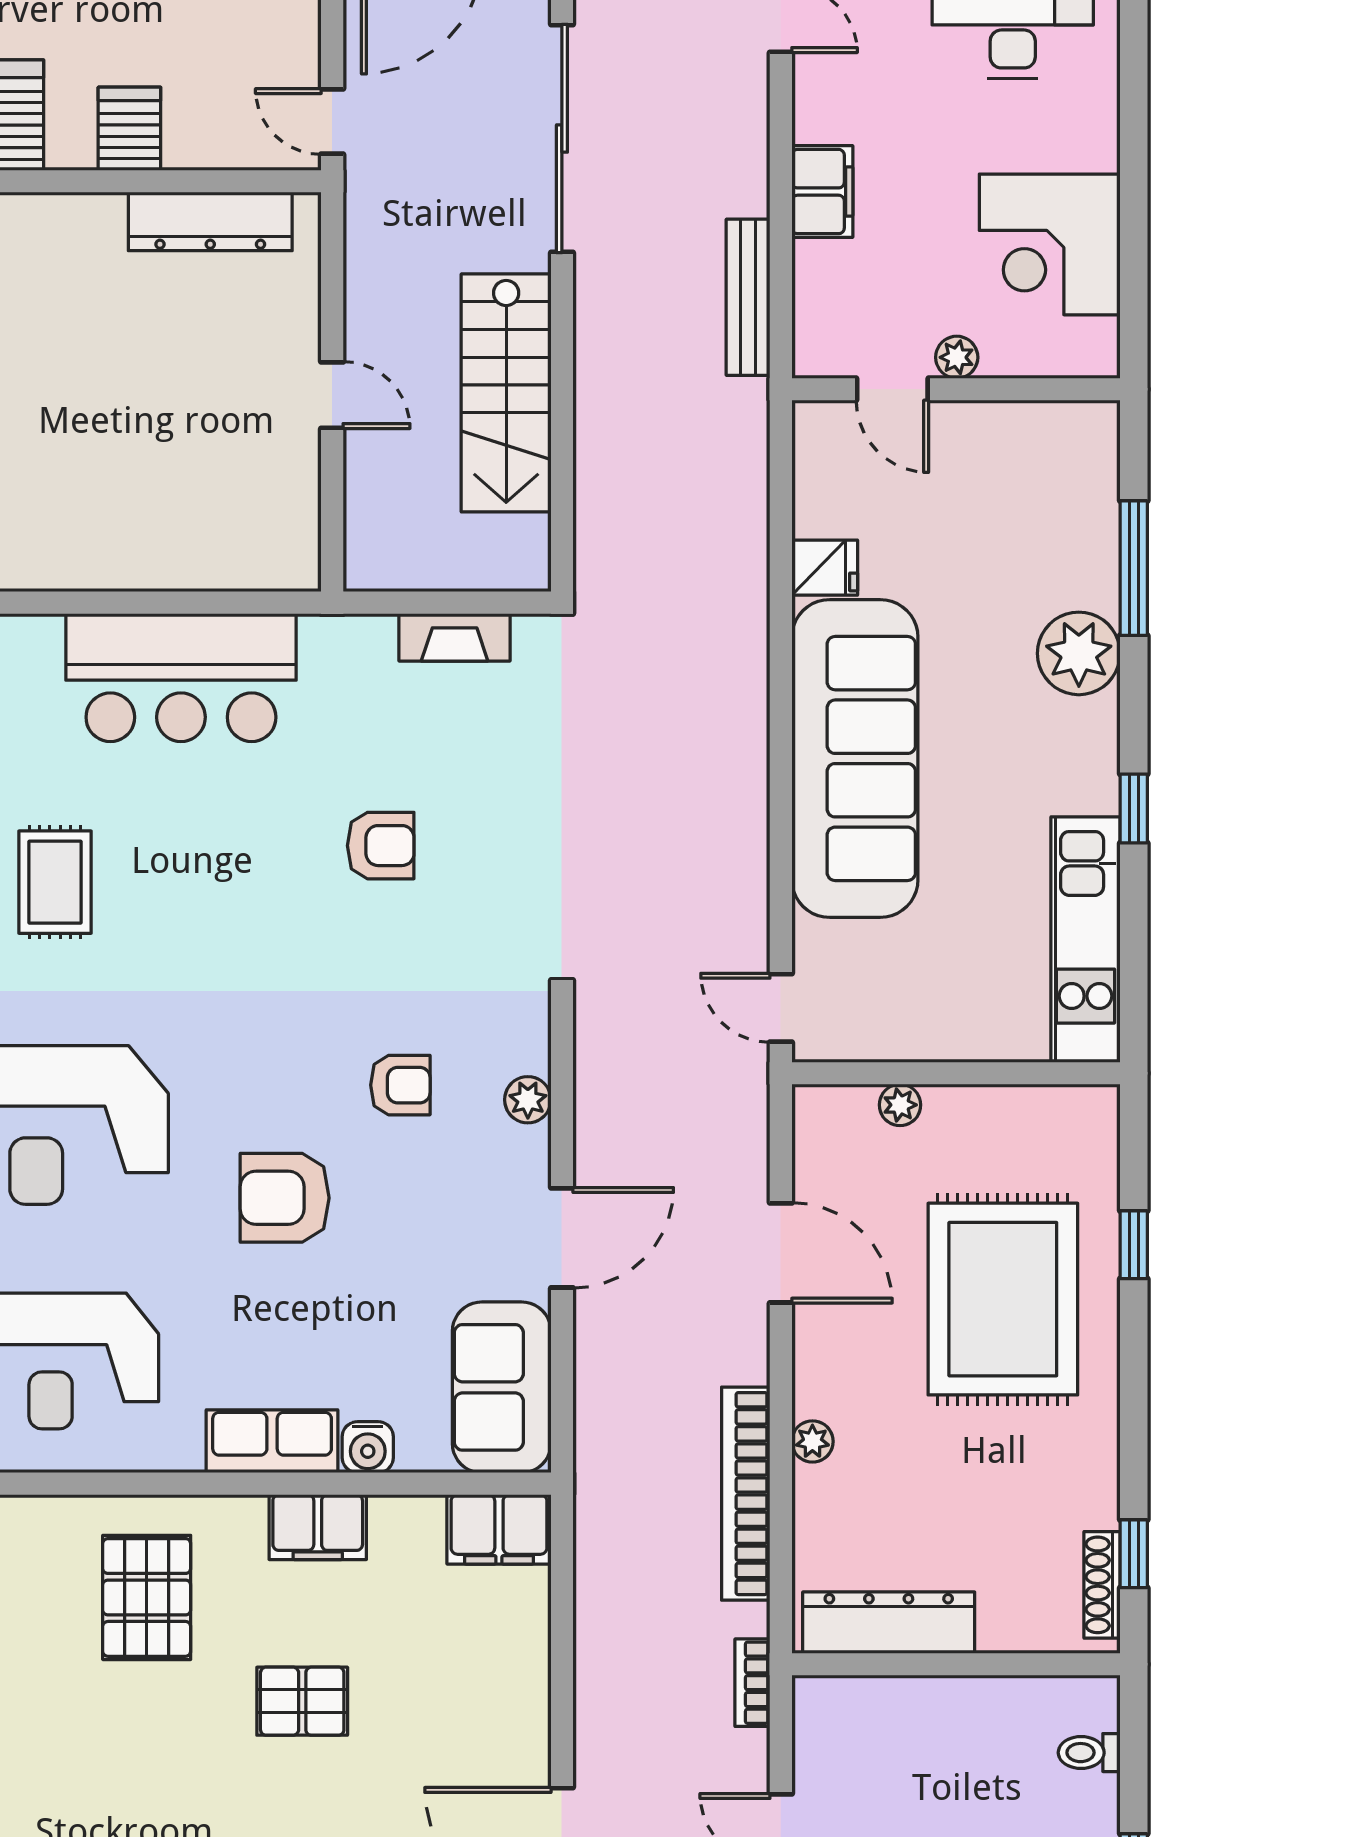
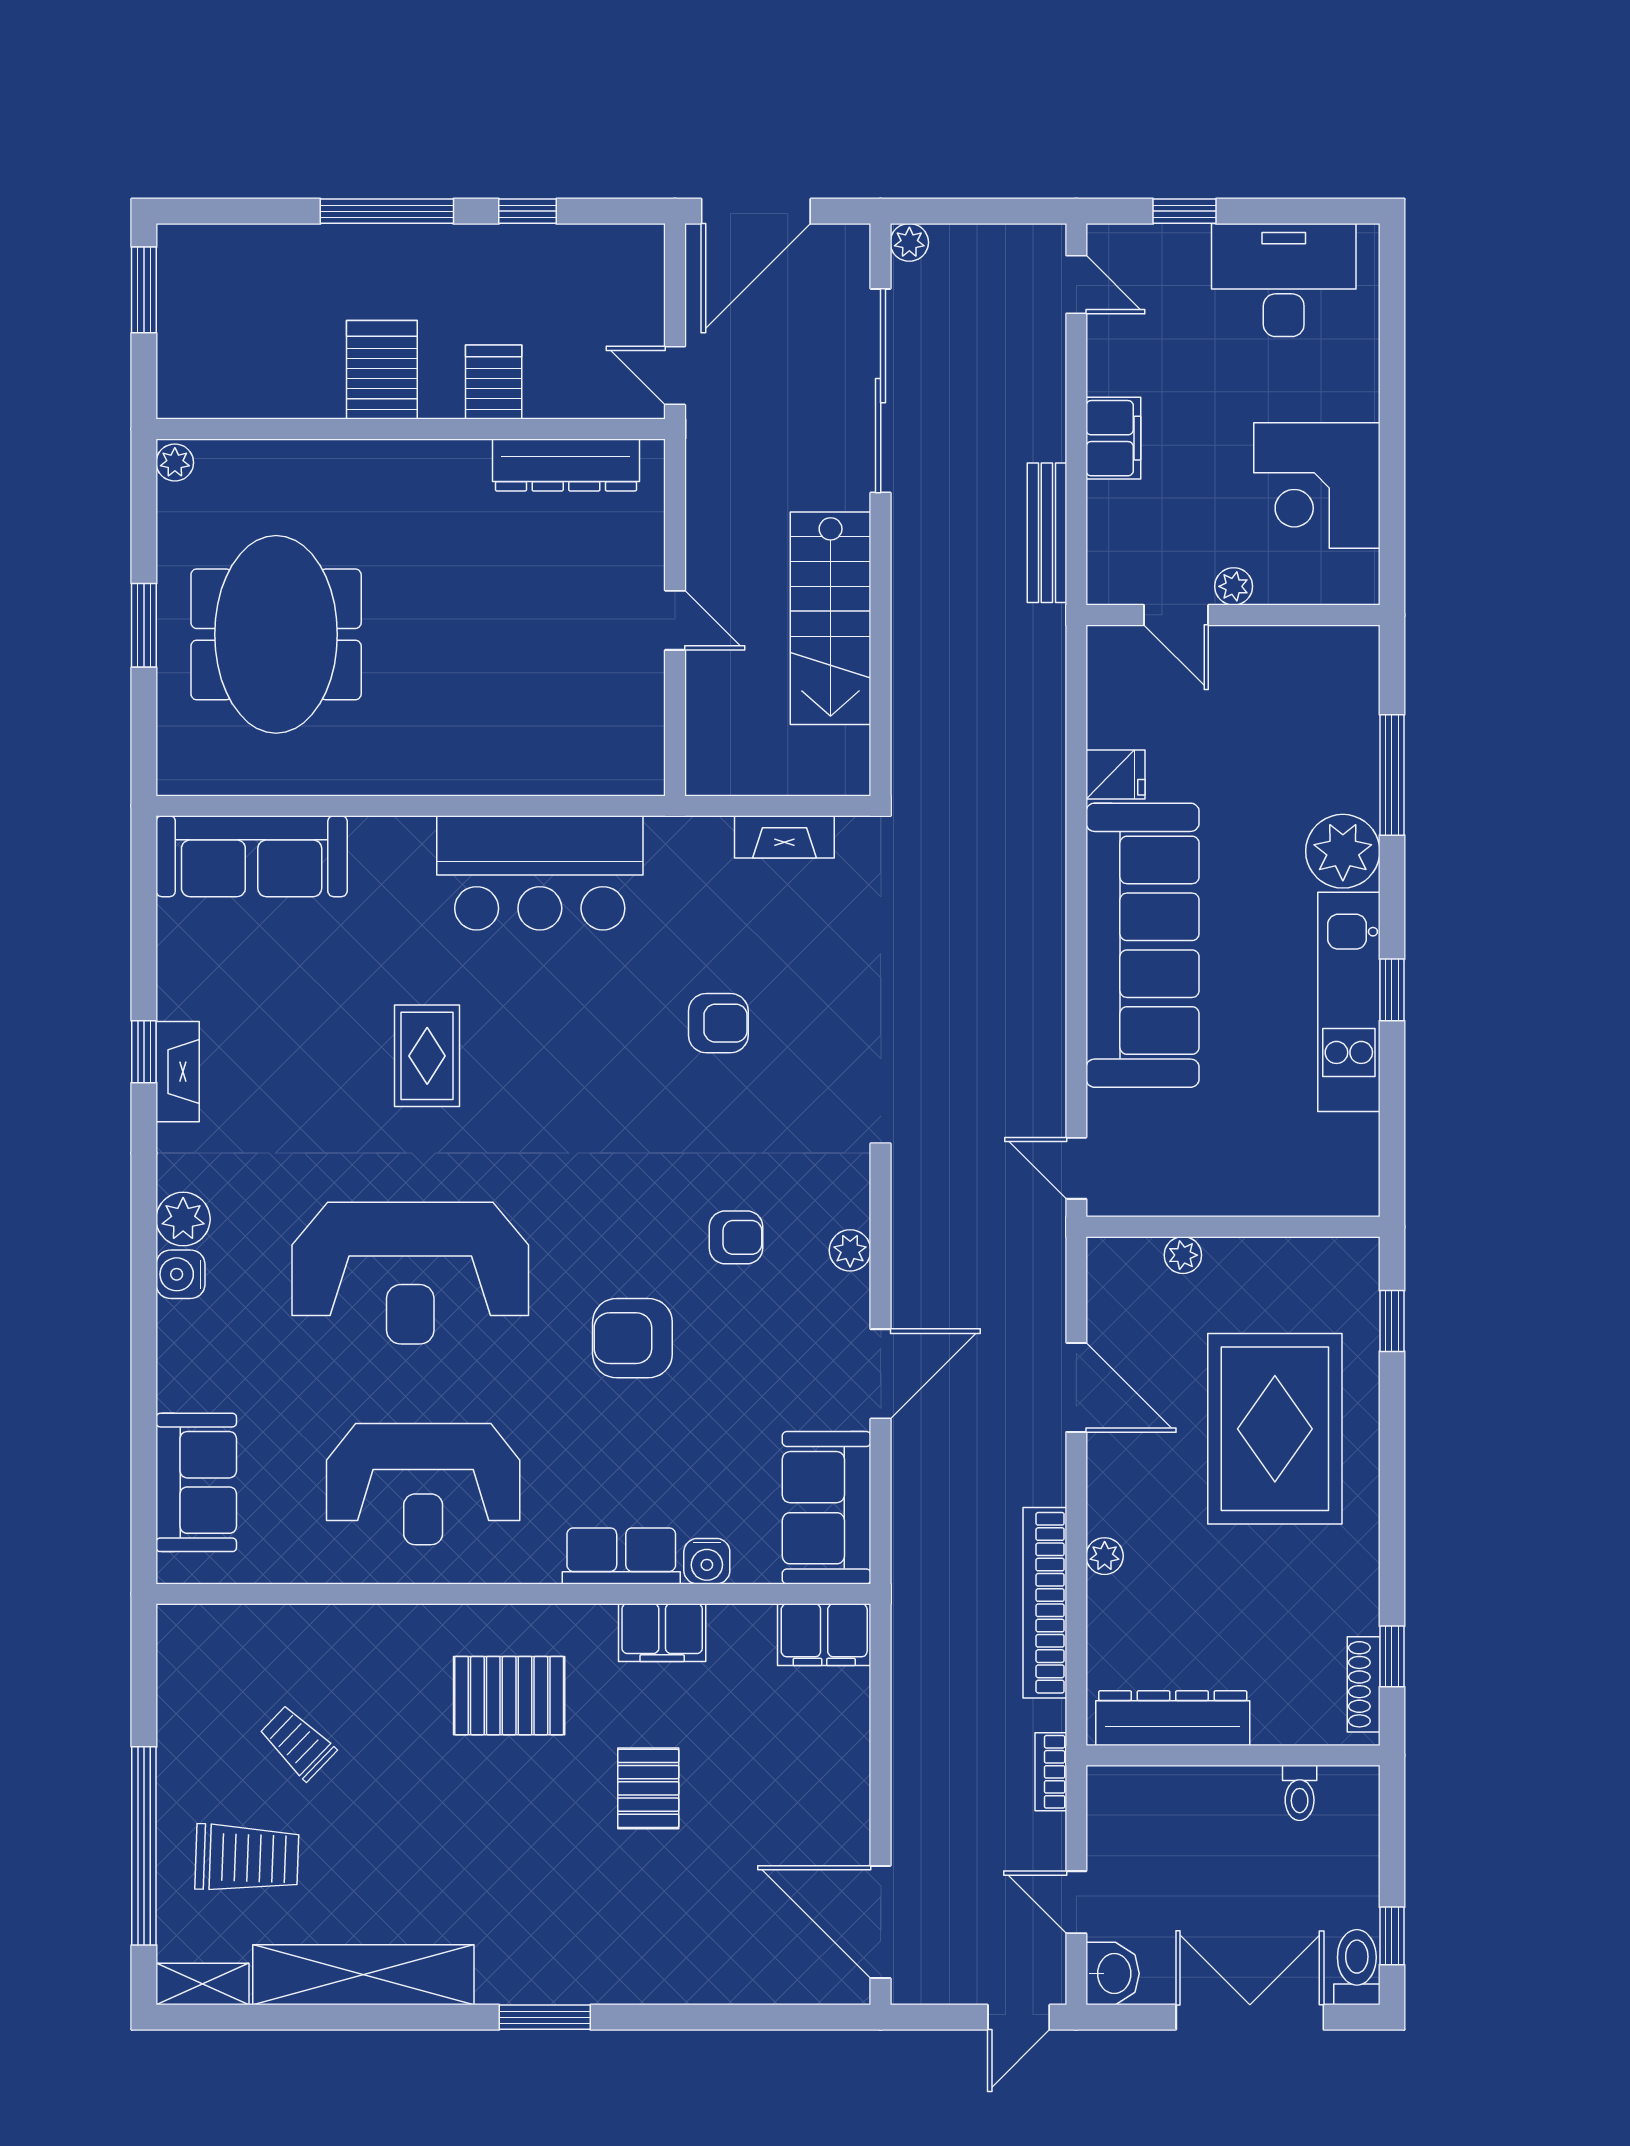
kitchen unit: (1086, 940) -> (1349, 1002), moved
window: (1134, 1245) -> (1392, 1321), moved
pallet: (147, 1597) -> (509, 1696), turned 90
pallet: (302, 1701) -> (648, 1788), turned 90
toilet: (1089, 1753) -> (1300, 1793), moved, turned -90

